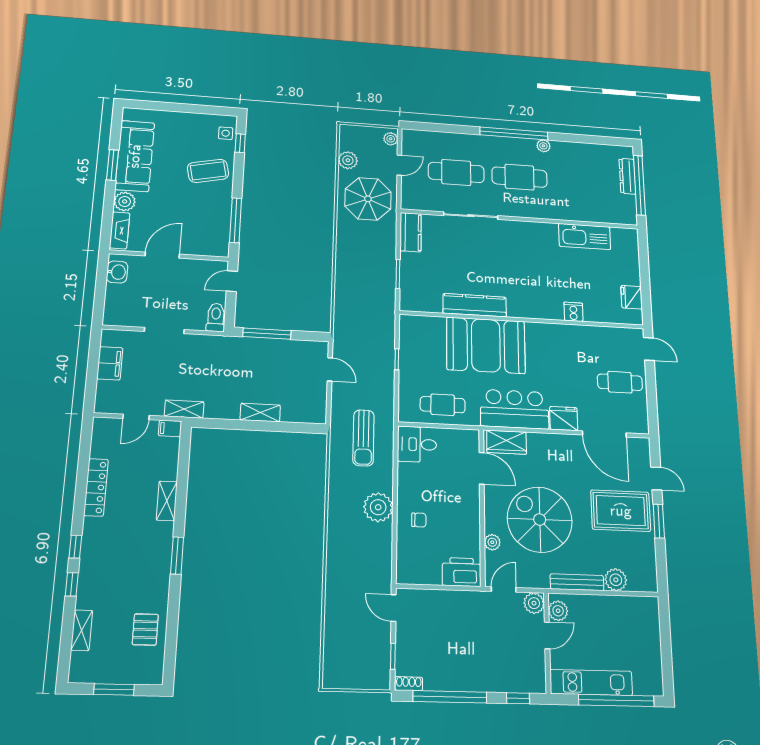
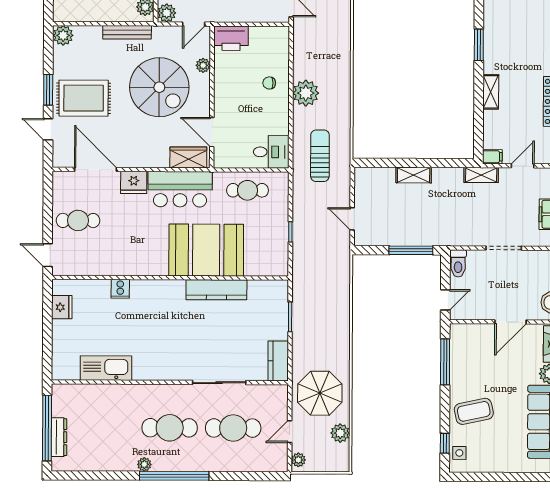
plant: (616, 580) -> (63, 35), moved

